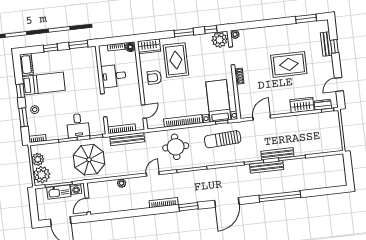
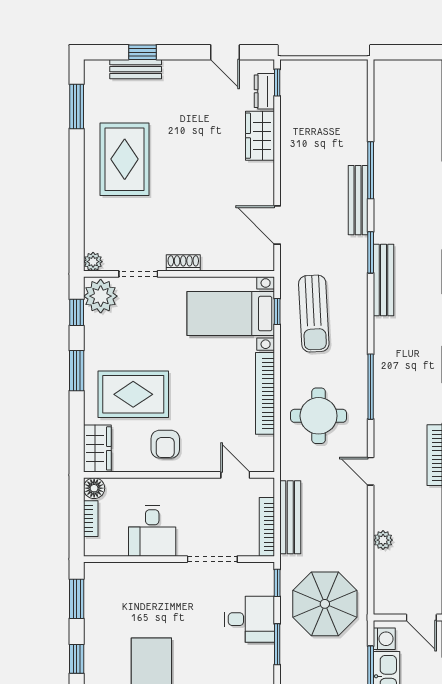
rug: (289, 64) -> (125, 159), moved
bench: (267, 167) -> (384, 280), moved

